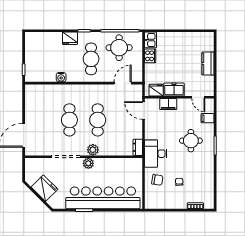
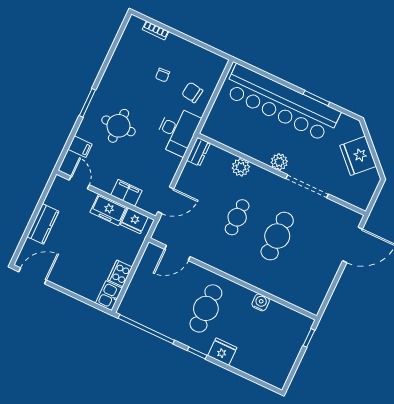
door: (200, 31) -> (33, 276), added
round table: (119, 48) -> (159, 306), removed
door: (144, 110) -> (166, 200), hinge flipped
cafe table: (98, 120) -> (237, 217), width x0.73, depth x0.74
plant: (93, 150) -> (241, 167), moved

